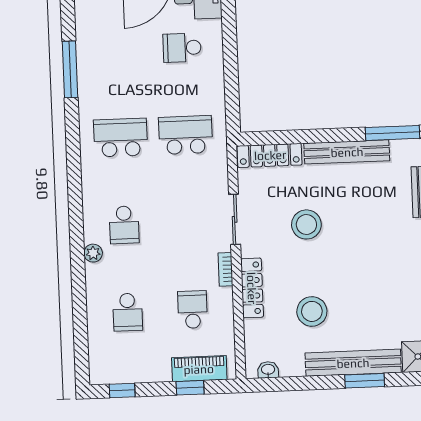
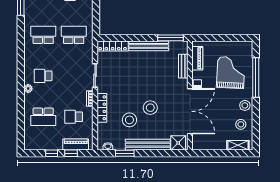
stool: (306, 224) -> (150, 108), moved
school desk: (124, 225) -> (43, 76), turned 90
school desk: (193, 310) -> (74, 117), turned -90
school desk: (128, 312) -> (43, 117), width x1.85
window: (365, 381) -> (125, 153), moved
window: (122, 390) -> (52, 153), moved

